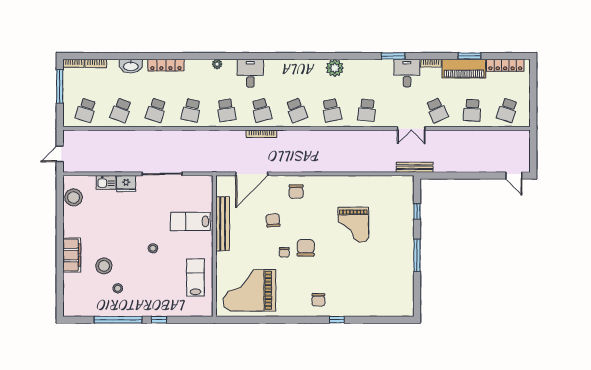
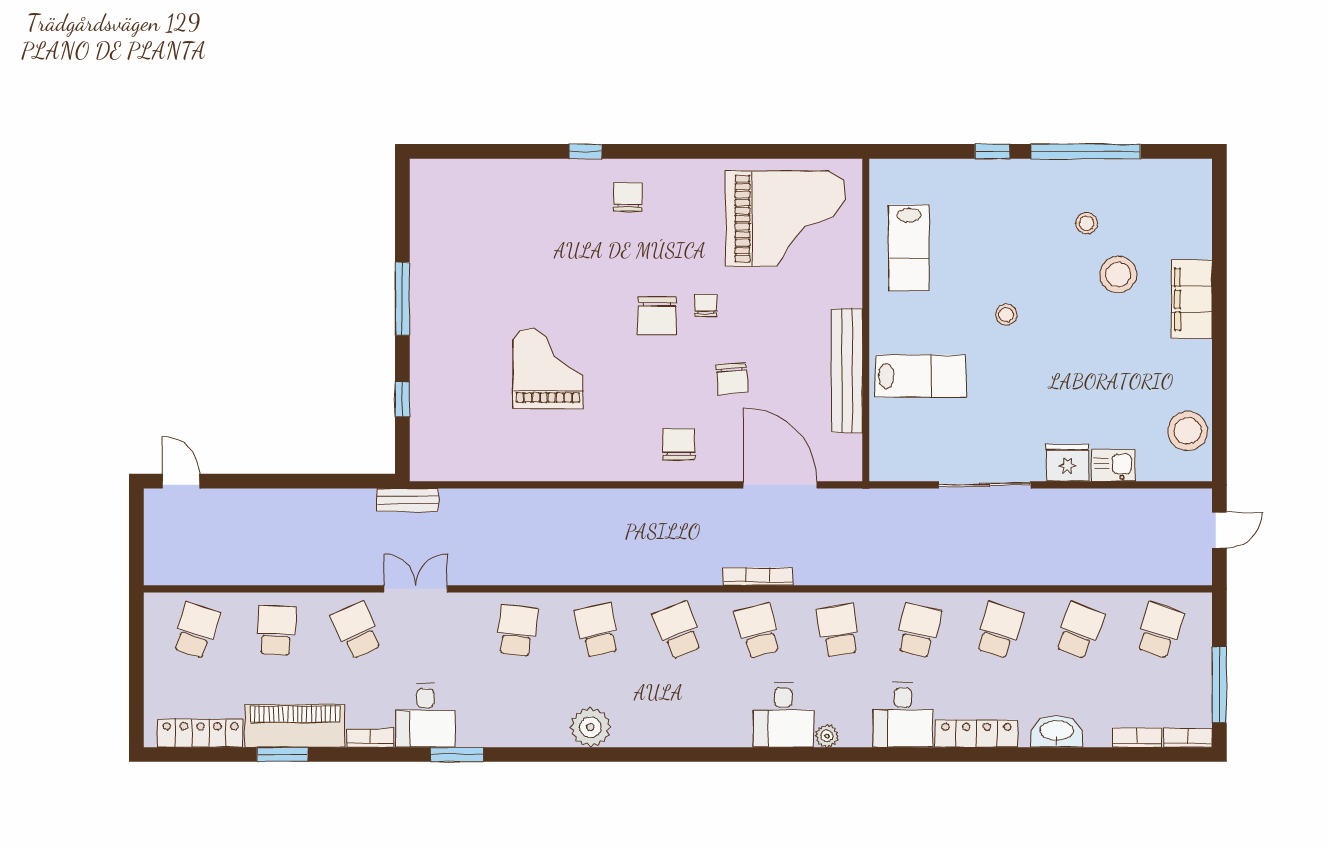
plant: (217, 64) -> (827, 736), moved
desk: (198, 73) -> (903, 715), added
bench: (415, 167) -> (408, 500), width x0.73
door: (252, 174) -> (780, 485), hinge flipped

